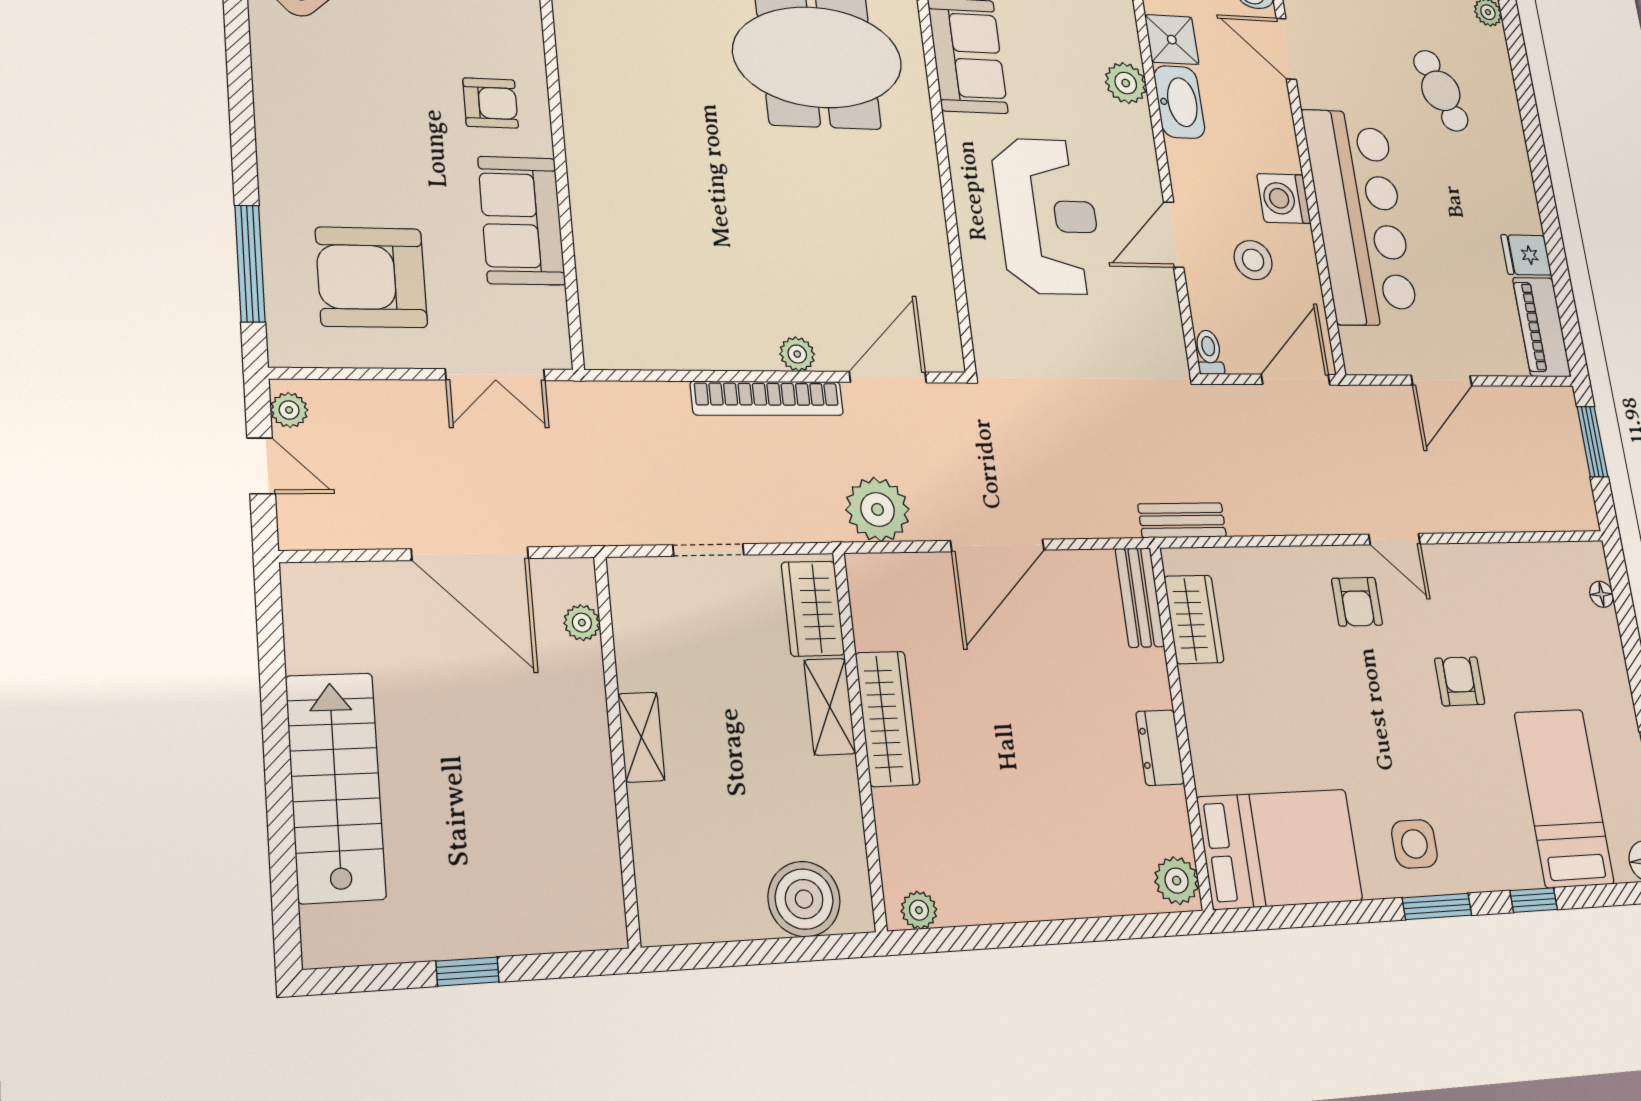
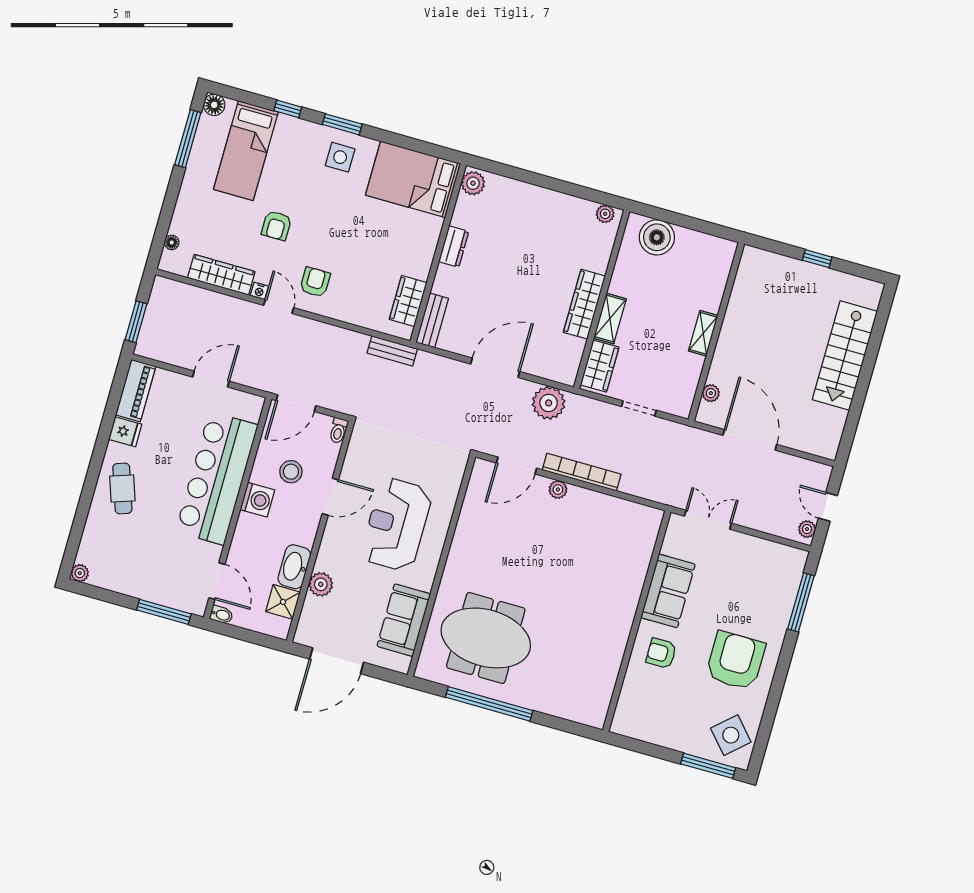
cafe table: (1441, 91) -> (122, 489), moved
armchair: (371, 277) -> (736, 661), moved, turned -90
nightstand: (1435, 556) -> (259, 291), added
wardrobe: (1505, 564) -> (221, 275), added

